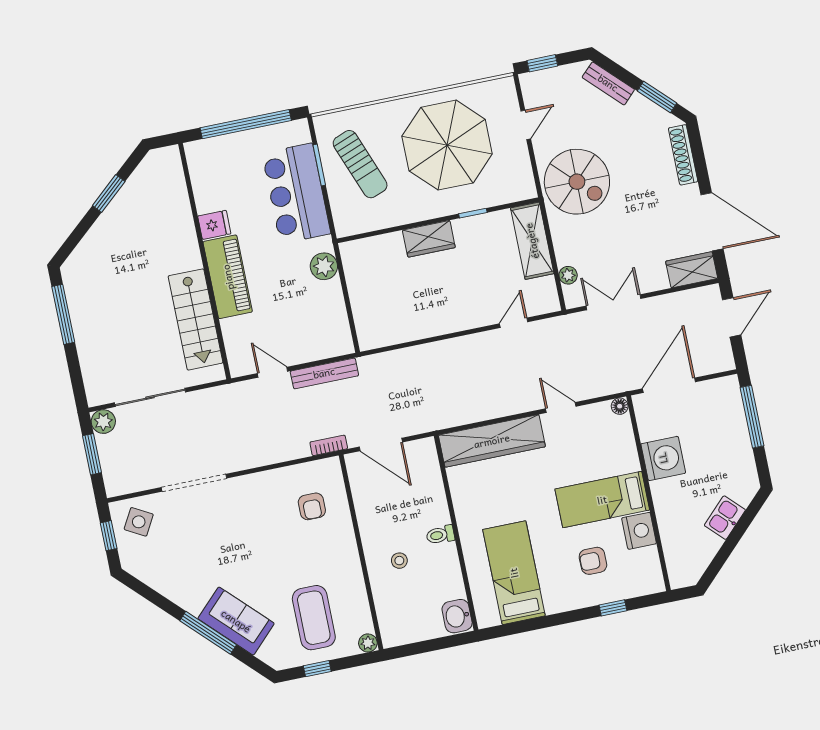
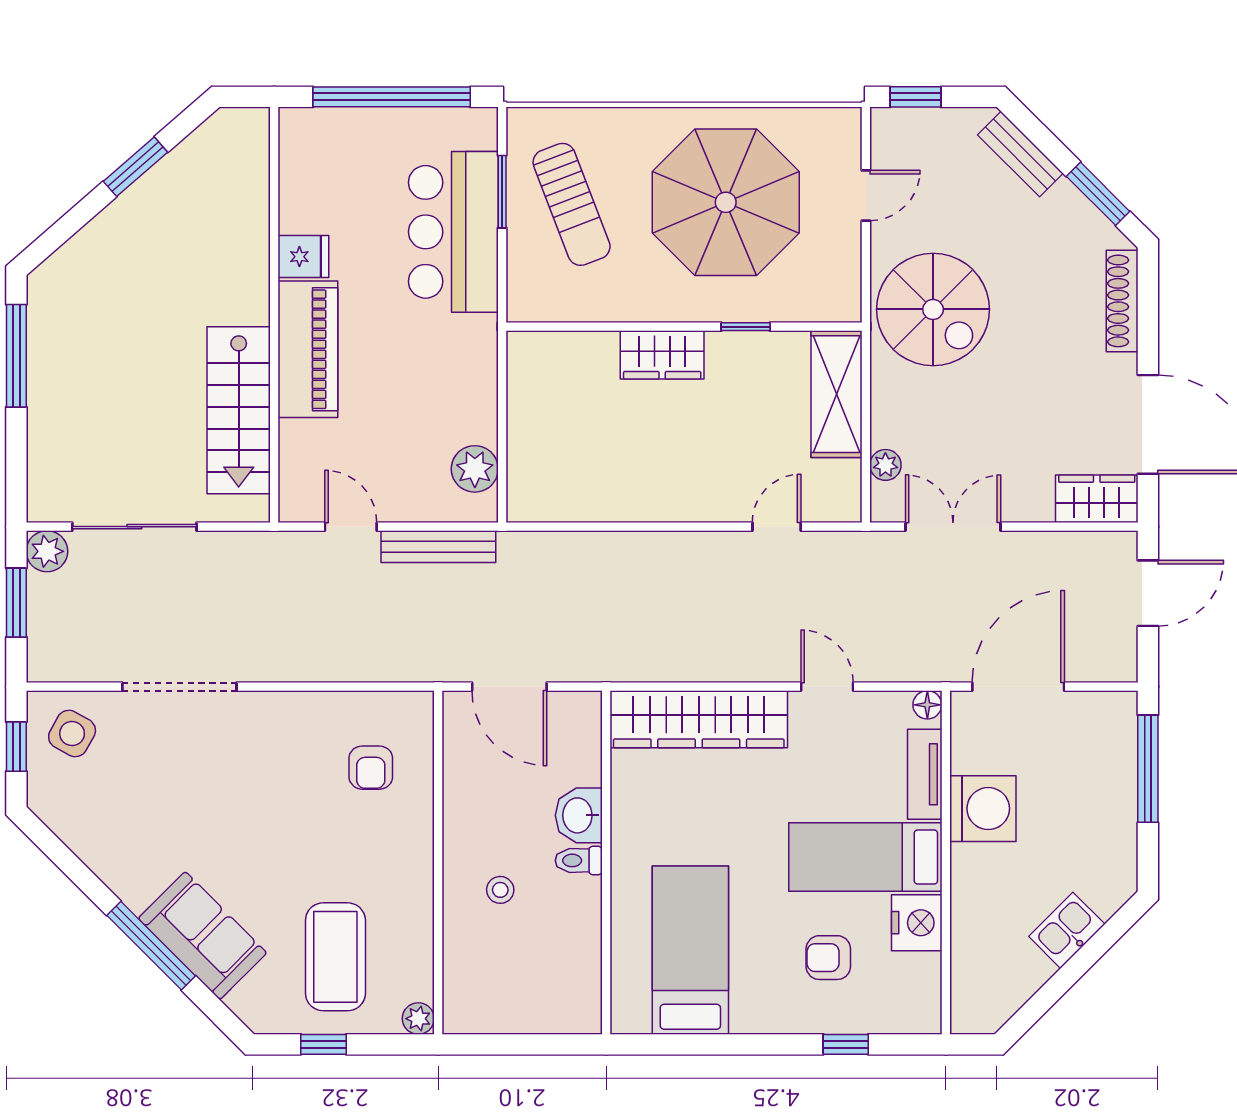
plant: (324, 266) -> (475, 469), moved
bookcase: (329, 445) -> (421, 670), removed
tv unit: (626, 446) -> (925, 774), added
washbasin: (457, 616) -> (579, 815), moved

